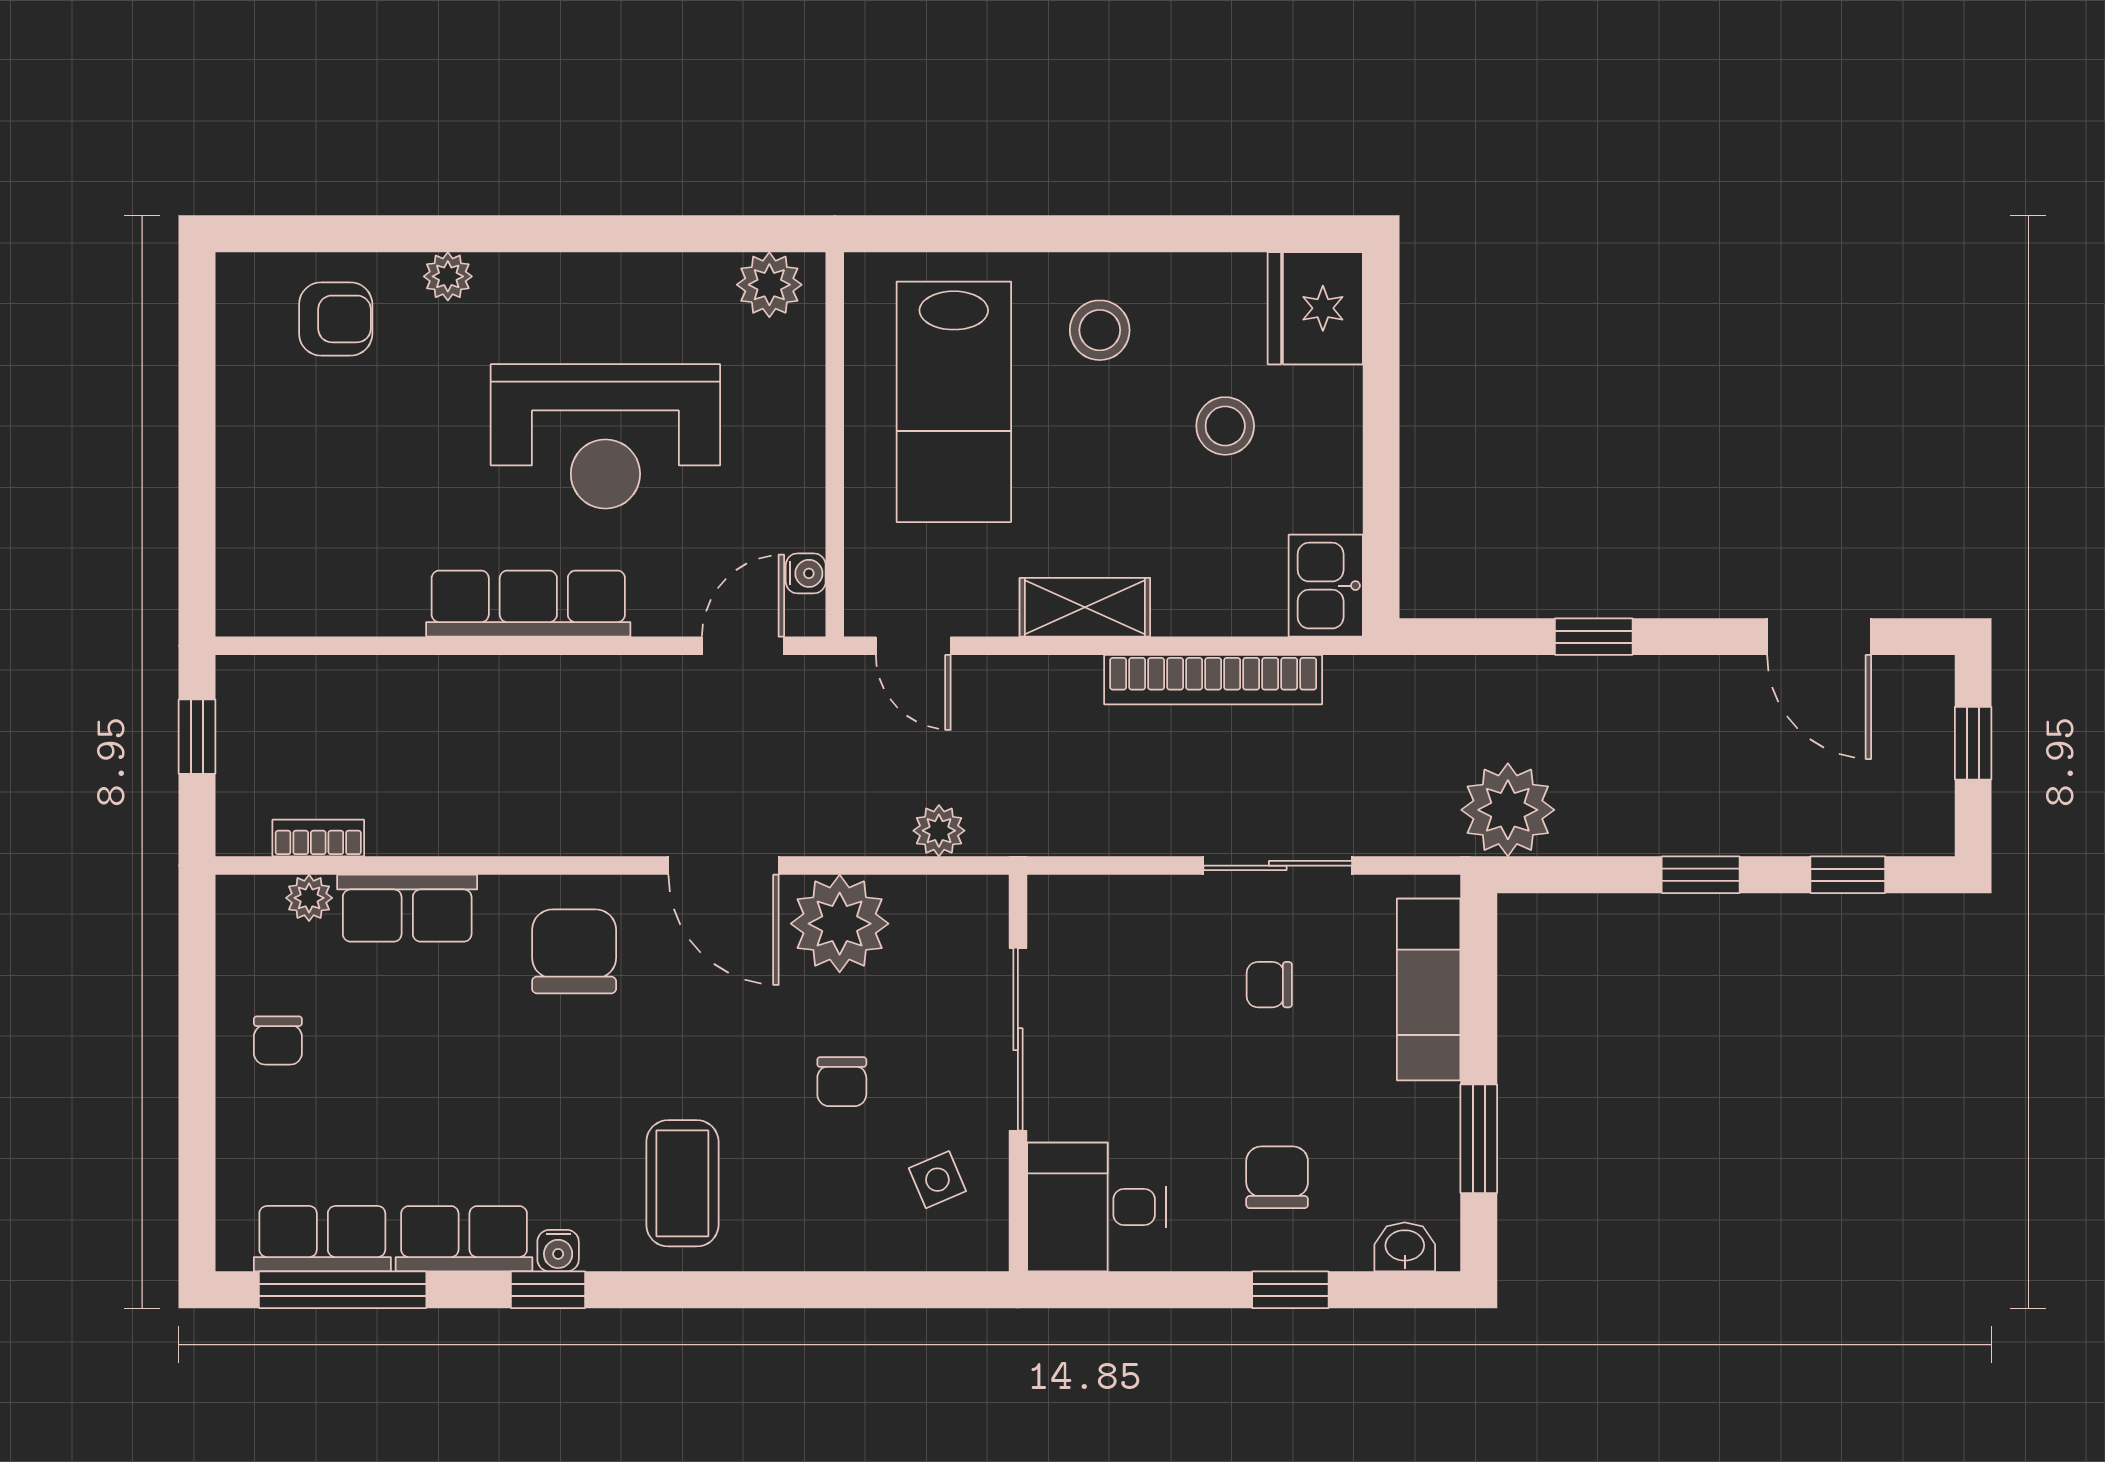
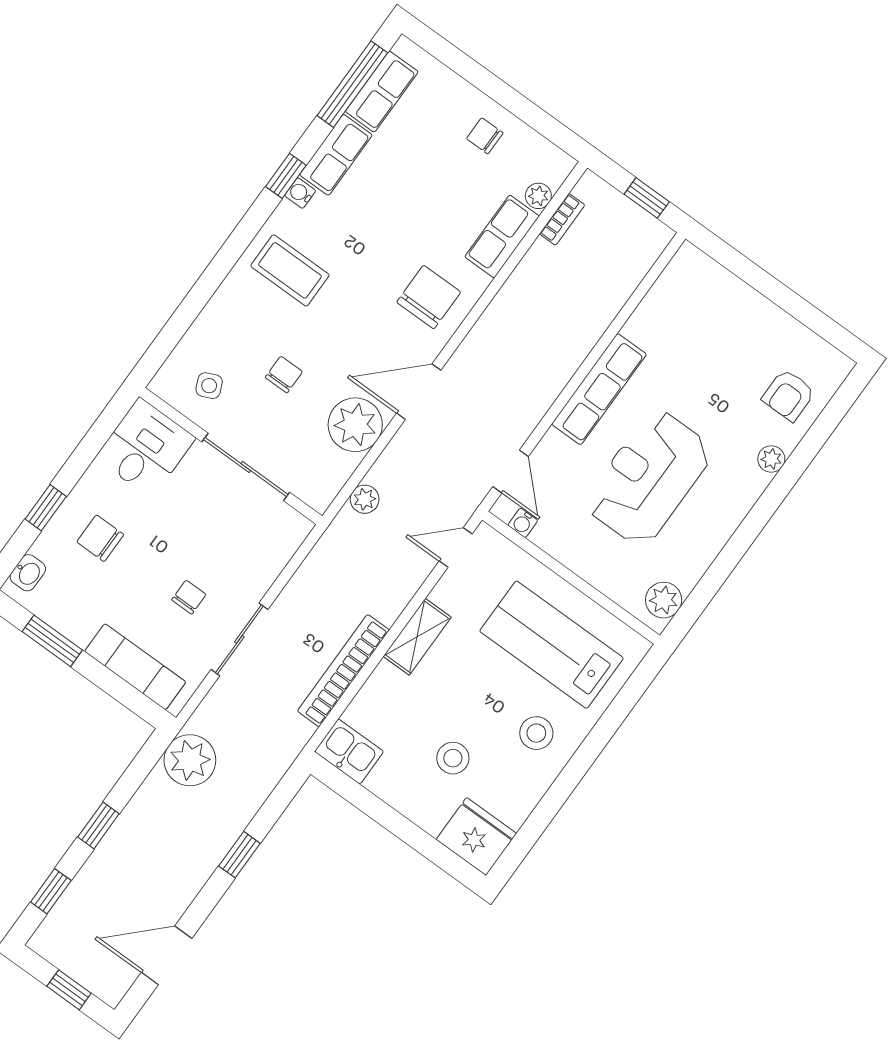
chair: (574, 951) -> (429, 297), turned -90
chair: (842, 1082) -> (284, 375), turned 90
chair: (1277, 1177) -> (100, 538), turned 180

